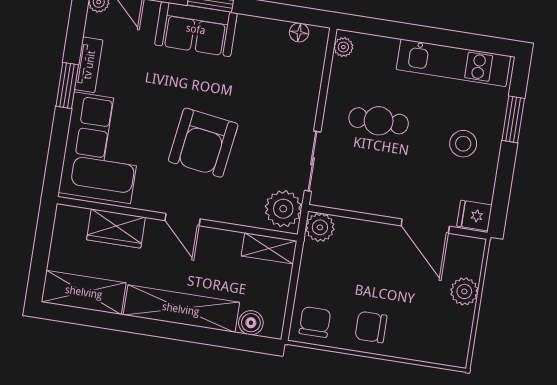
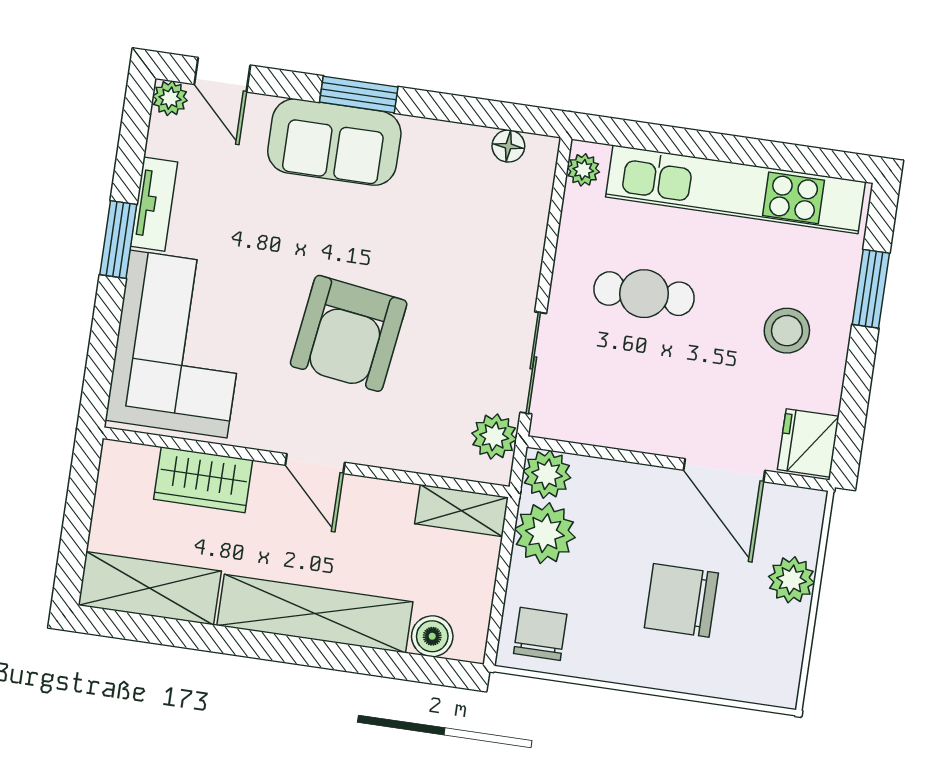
kitchen unit: (453, 63) -> (736, 189), width x1.36
plant: (283, 209) -> (494, 436), width x0.73, depth x0.73
fridge: (474, 215) -> (808, 443), width x1.38
plant: (318, 262) -> (545, 533), added
chair: (371, 327) -> (681, 600), moved, width x1.37, depth x1.37

